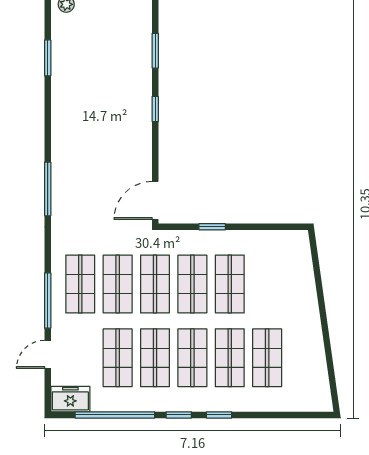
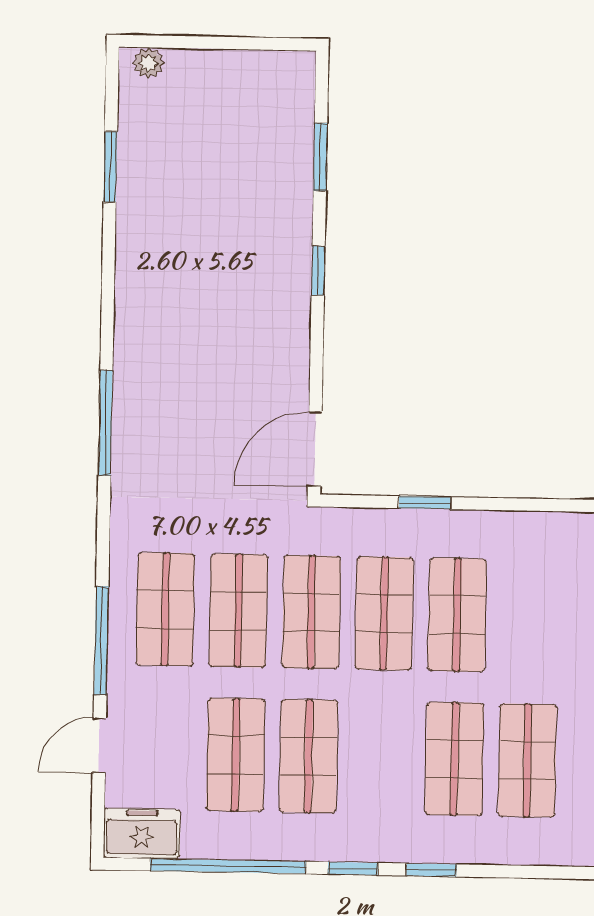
shop shelf: (192, 358) -> (381, 758), removed

